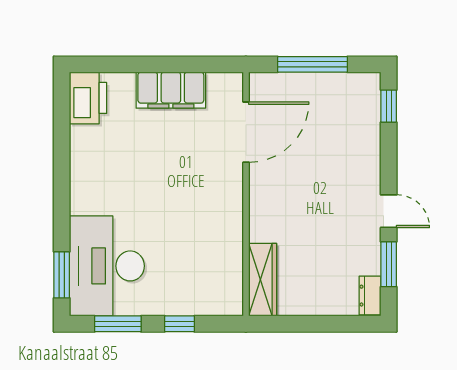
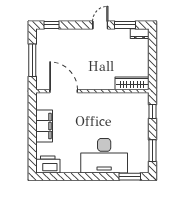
desk: (107, 266) -> (104, 156), moved
window: (180, 324) -> (153, 112), moved

